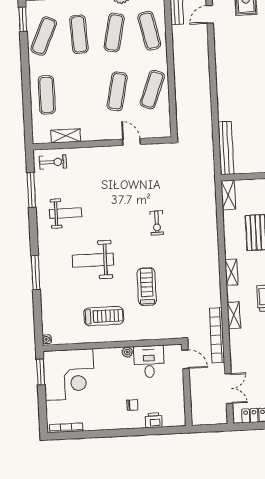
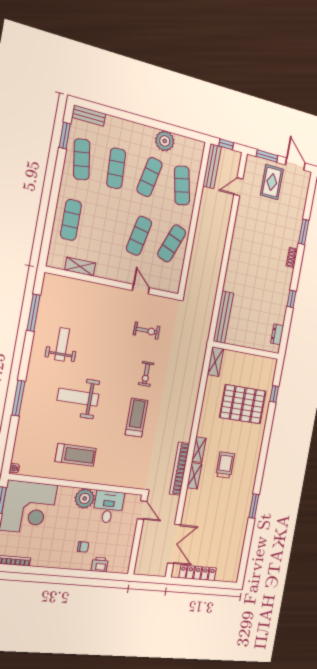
exercise mat: (44, 36) -> (82, 159), turned -33
exercise bike: (53, 162) -> (147, 331), moved
weight bench: (66, 213) -> (62, 344), turned -90
shelving: (231, 272) -> (199, 450), moved
treadmill: (147, 287) -> (137, 418), moved
bookcase: (217, 335) -> (180, 469), moved
plant: (127, 352) -> (85, 498), width x1.87, depth x1.87
double door: (229, 389) -> (174, 544), width x1.37

